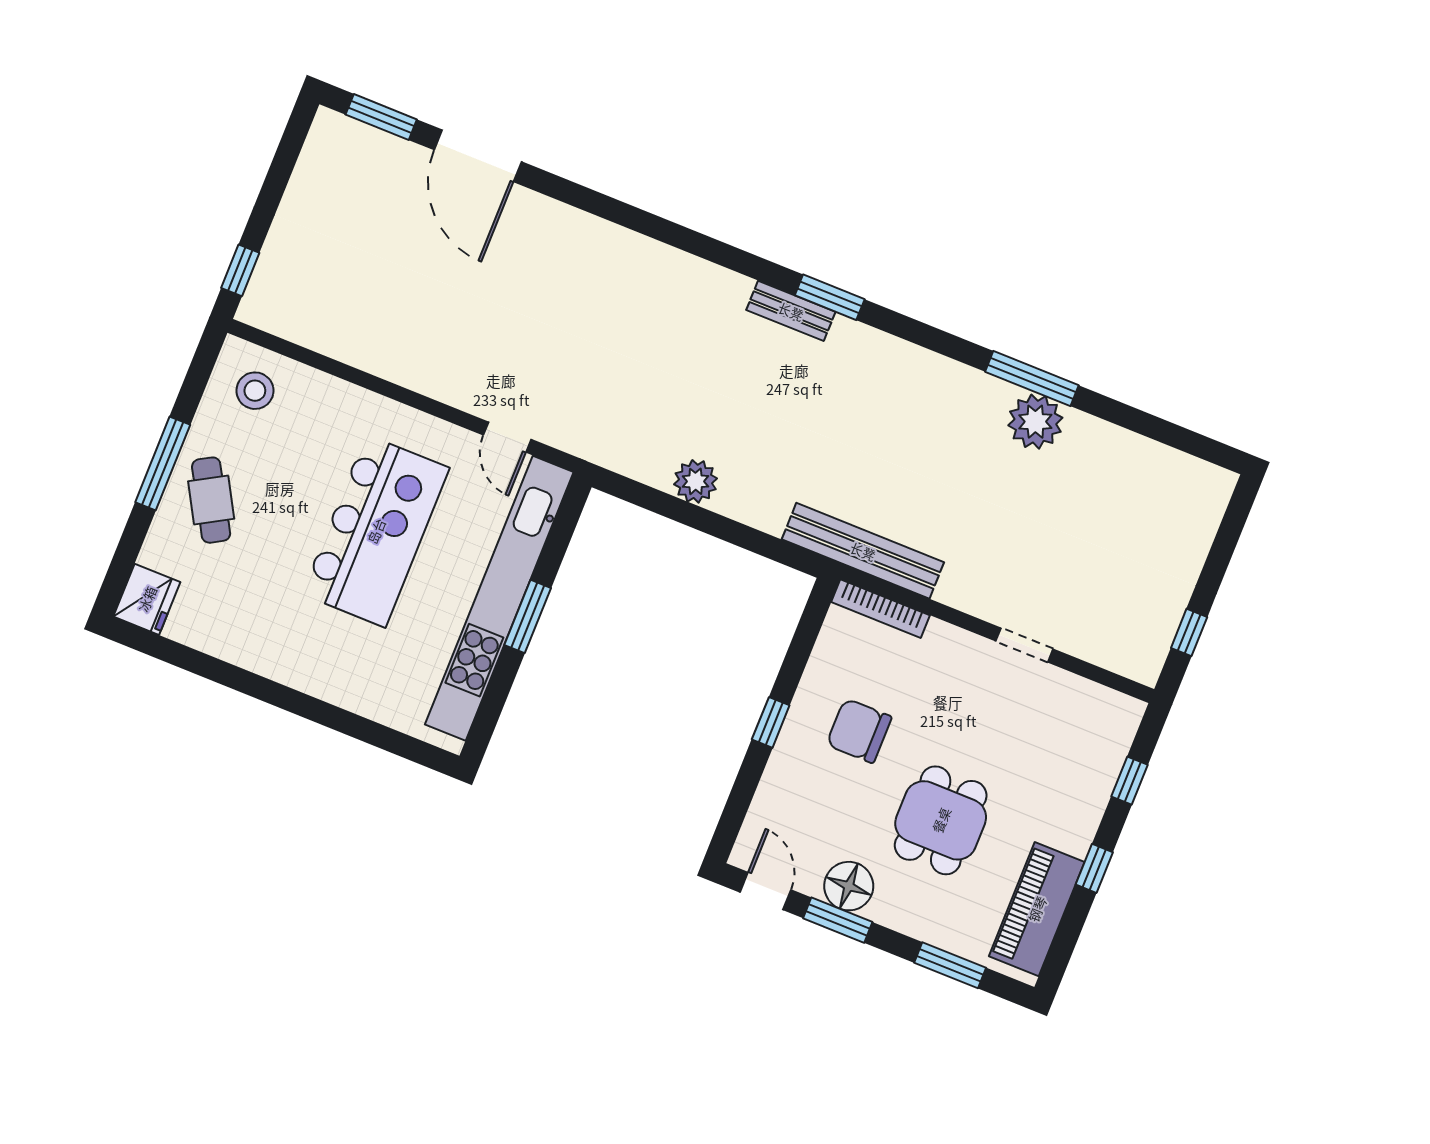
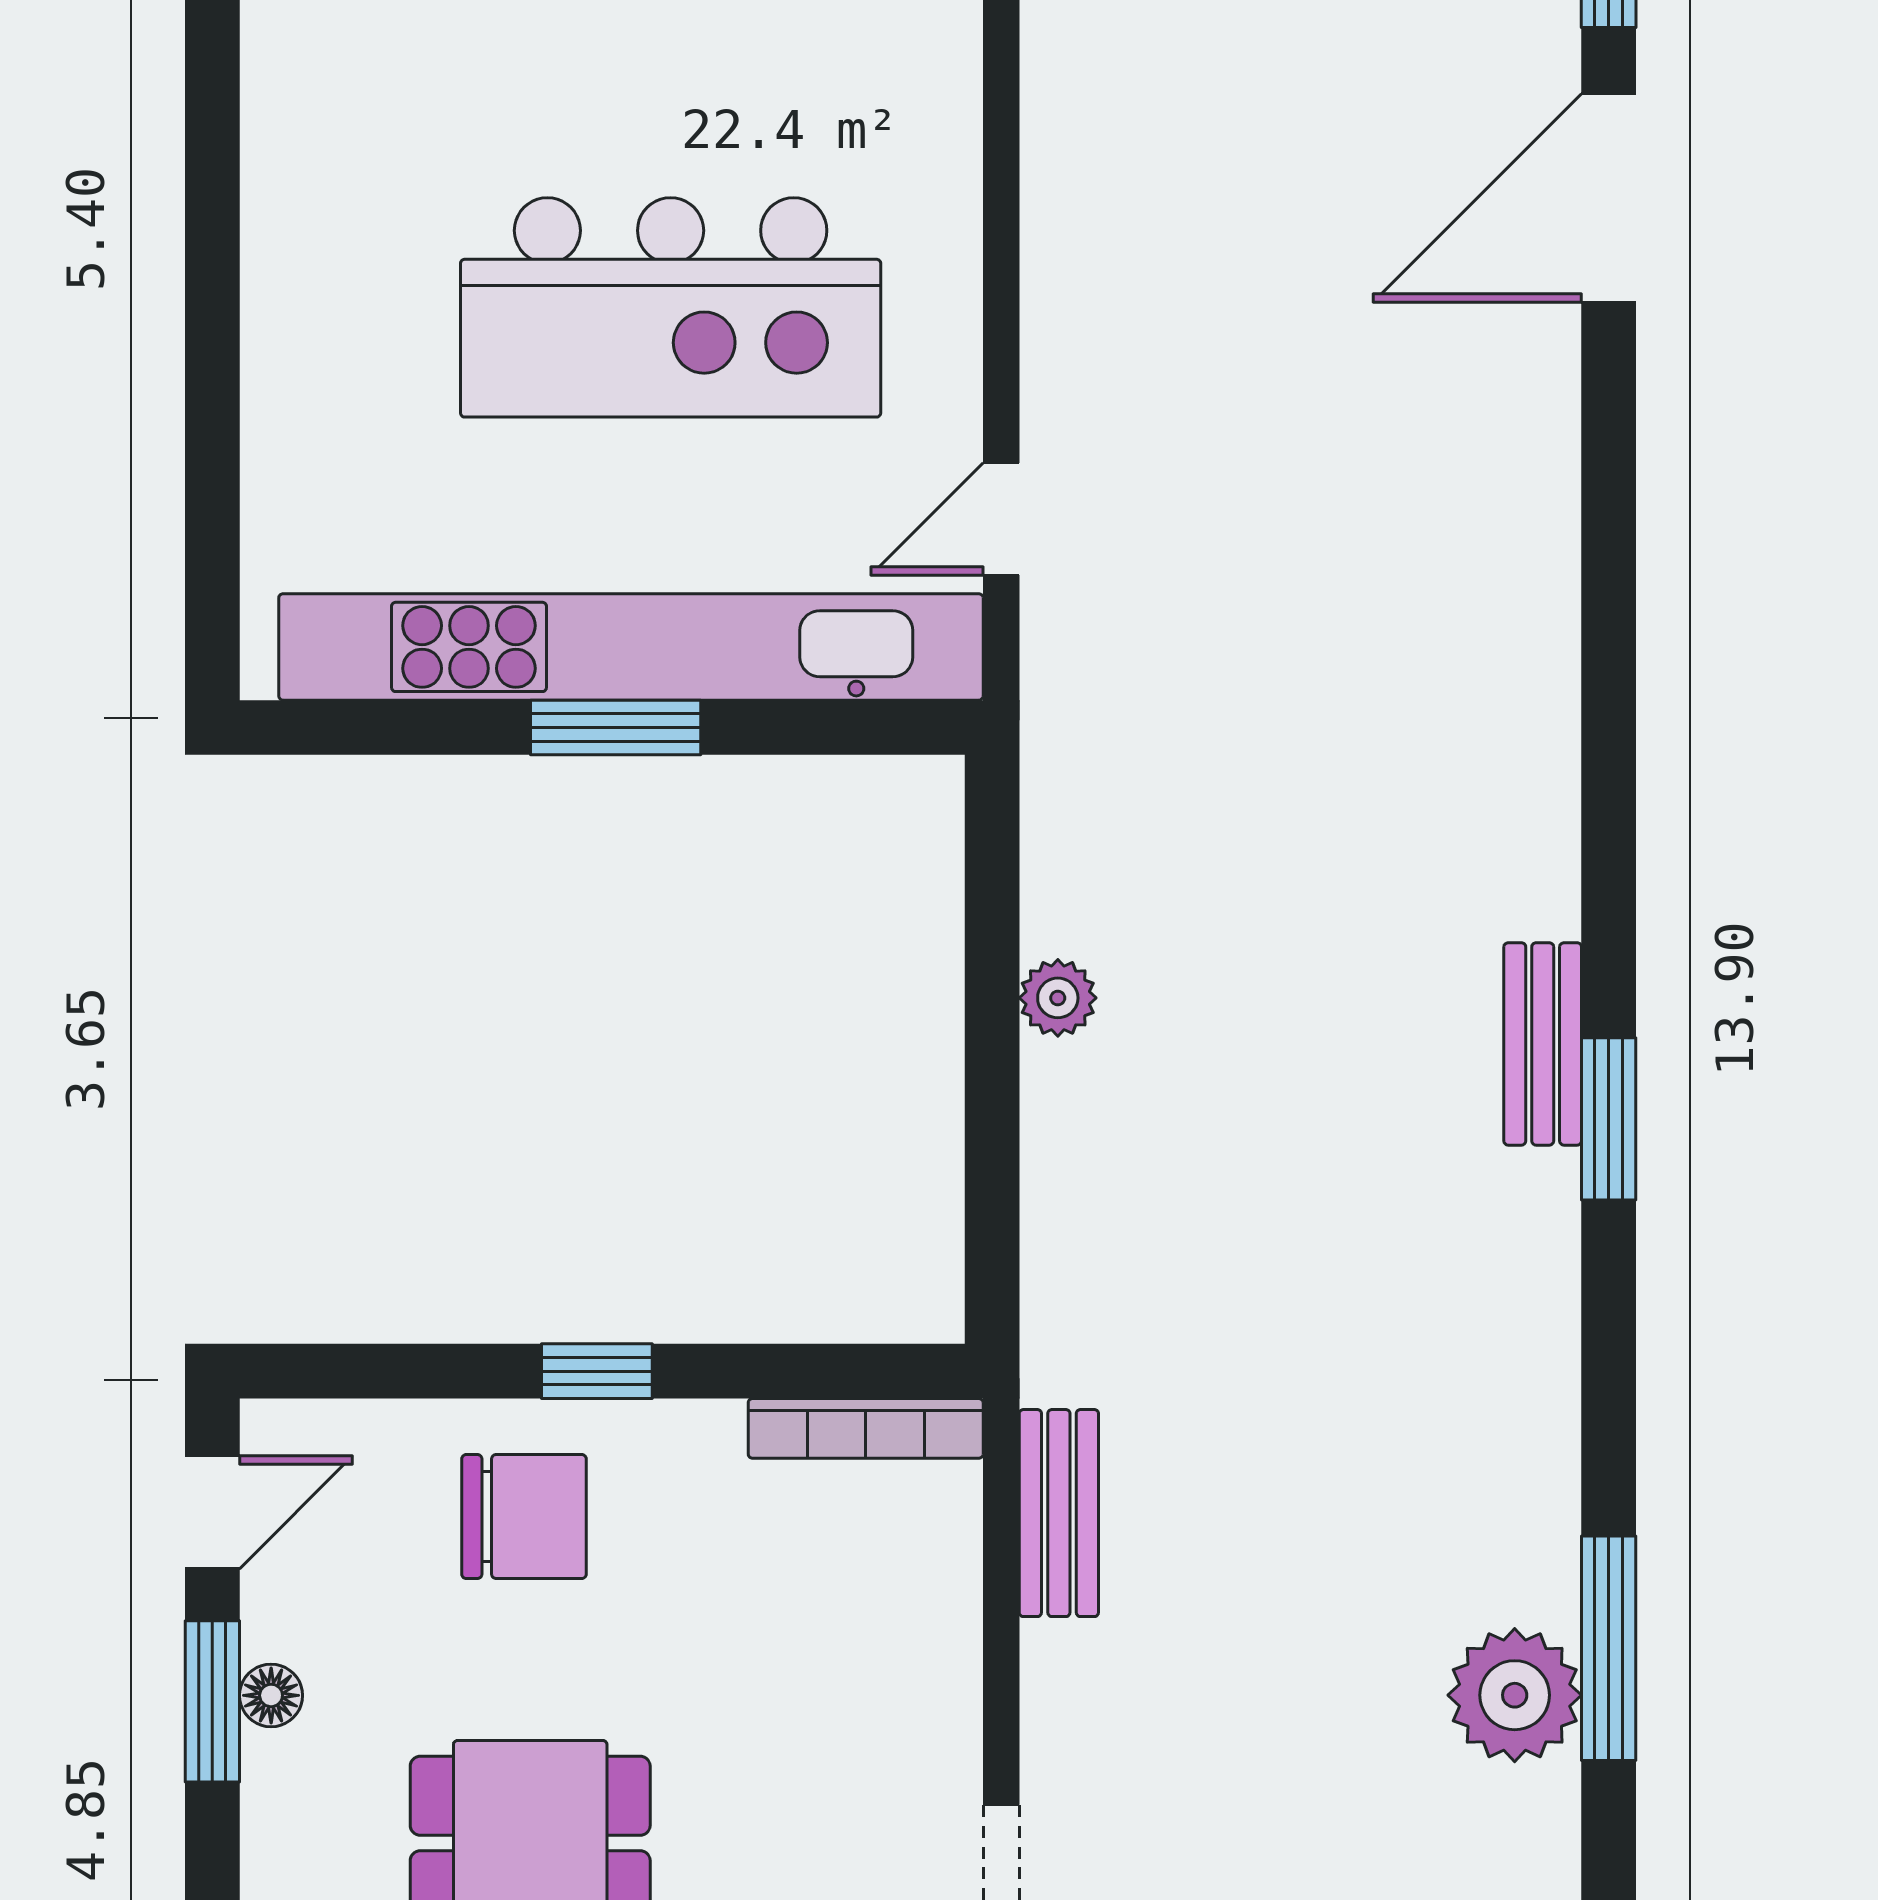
plant: (696, 481) -> (1058, 998), width x0.73, depth x0.73
bench: (863, 551) -> (1059, 1513), width x0.54, depth x0.82
bookcase: (881, 609) -> (866, 1428), moved, turned -90
chair: (859, 731) -> (524, 1517), moved, turned 90
floor lamp: (849, 886) -> (271, 1695), width x0.53, depth x0.53

